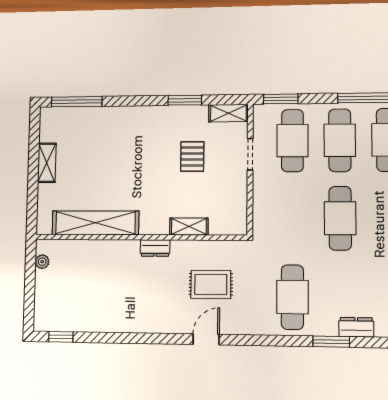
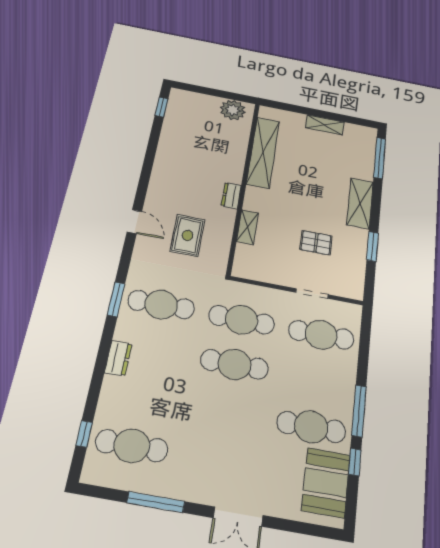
window: (281, 99) -> (365, 332), removed
shelving: (228, 113) -> (360, 203), moved, width x1.50, depth x1.33
cafe table: (340, 140) -> (242, 320), moved
plant: (42, 262) -> (233, 110), width x1.88, depth x1.88
window: (331, 342) -> (116, 299), moved

